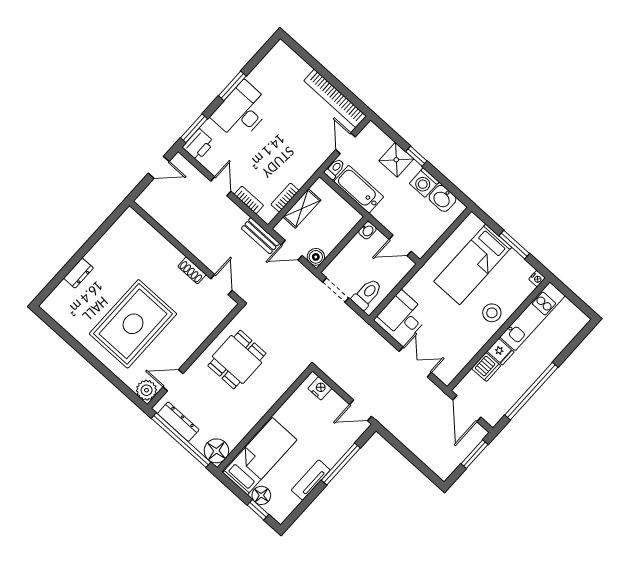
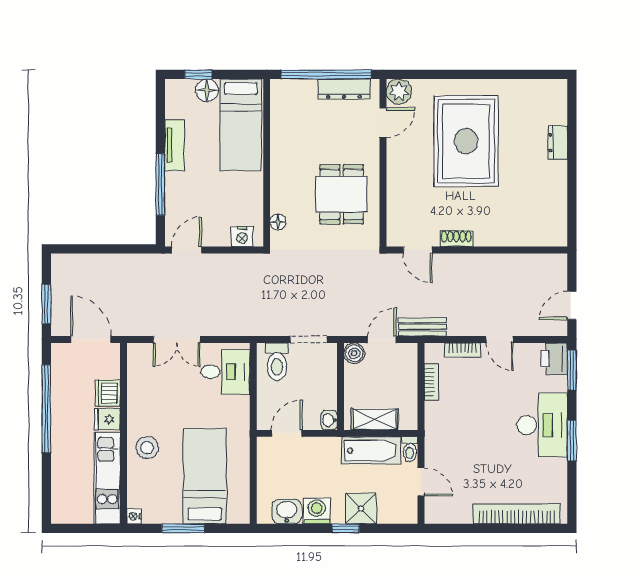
bookcase: (335, 98) -> (517, 514), moved
shelving: (302, 208) -> (375, 419), moved, turned 90
floor lamp: (216, 451) -> (278, 222), moved, width x0.53, depth x0.53

